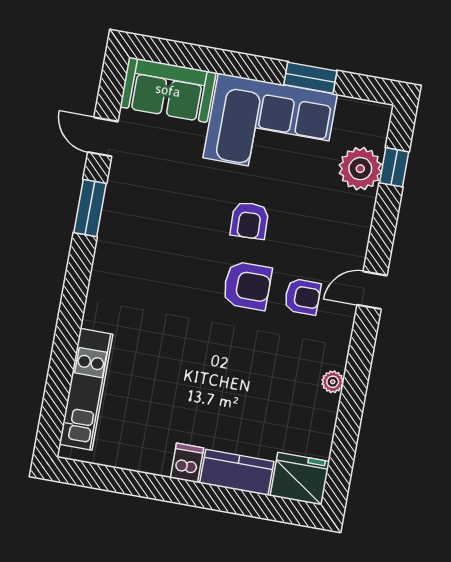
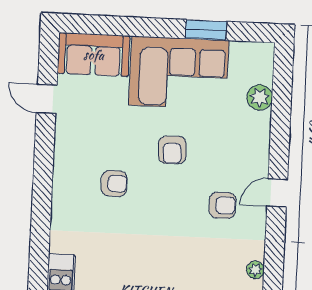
window: (394, 167) -> (282, 93), removed
plant: (360, 169) -> (260, 97), width x0.73, depth x0.73
window: (90, 208) -> (44, 157), removed
armchair: (247, 286) -> (114, 183), moved, width x0.72, depth x0.72

